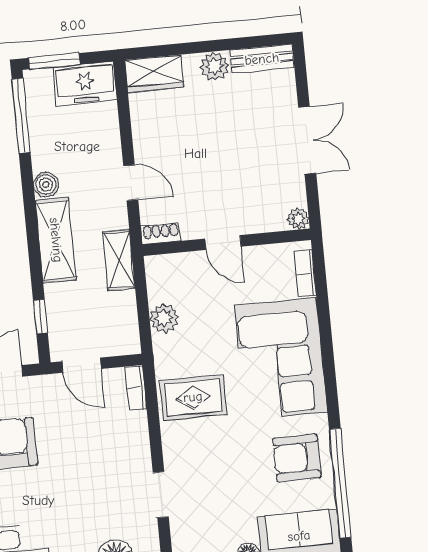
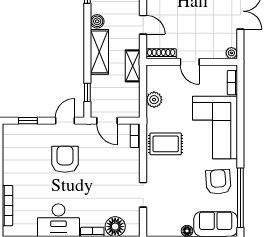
shoe rack: (161, 233) -> (161, 54), width x1.43
armchair: (297, 458) -> (218, 182), turned 86

